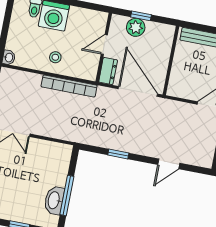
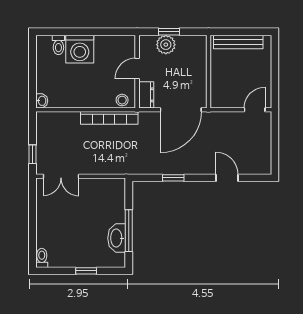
stool: (55, 57) -> (122, 100), moved
door: (138, 91) -> (181, 110), swing flipped
door: (169, 164) -> (227, 178), swing flipped

